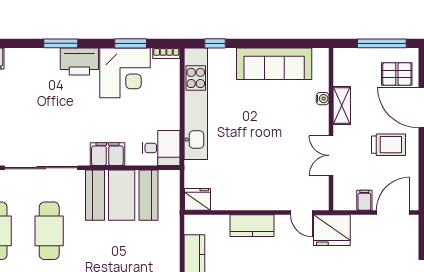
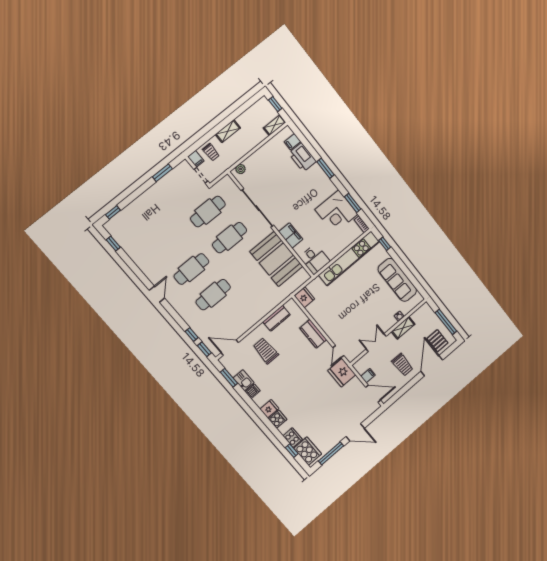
printer: (79, 61) -> (302, 157), moved

